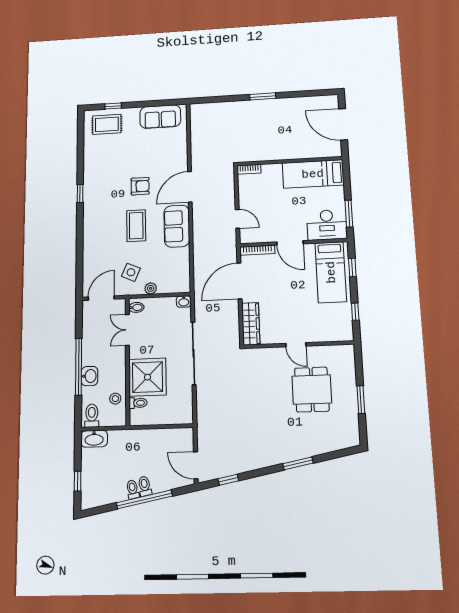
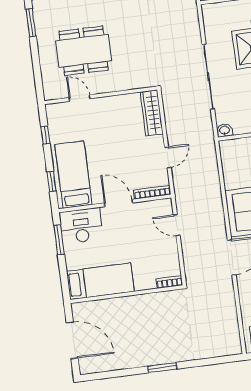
door: (240, 281) -> (168, 157), width x0.53
door: (296, 345) -> (80, 98), moved
dining table: (312, 389) -> (84, 51), width x1.38
window: (361, 400) -> (31, 23), moved

